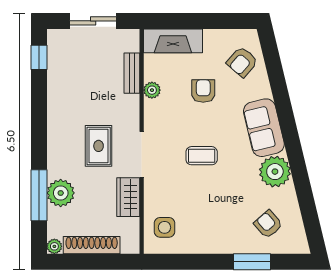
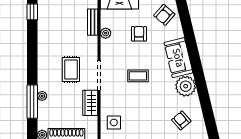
plant: (61, 193) -> (42, 96), width x0.53, depth x0.53

